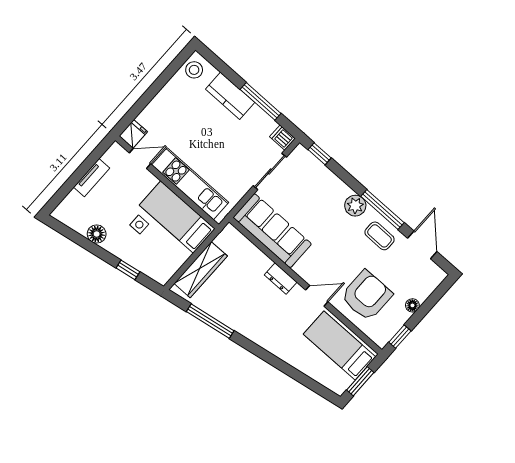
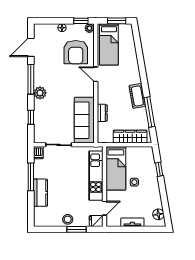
stool: (194, 70) -> (68, 219), moved
window: (144, 100) -> (77, 229), added
window: (320, 154) -> (31, 117), moved
door: (140, 158) -> (104, 208), swing flipped
floor lamp: (97, 234) -> (158, 214), moved
coffee table: (380, 236) -> (44, 70), removed
dresser: (281, 278) -> (102, 113), moved
armchair: (367, 296) -> (76, 52), turned -90
cot: (244, 324) -> (137, 96), added
plant: (381, 339) -> (89, 28), added

